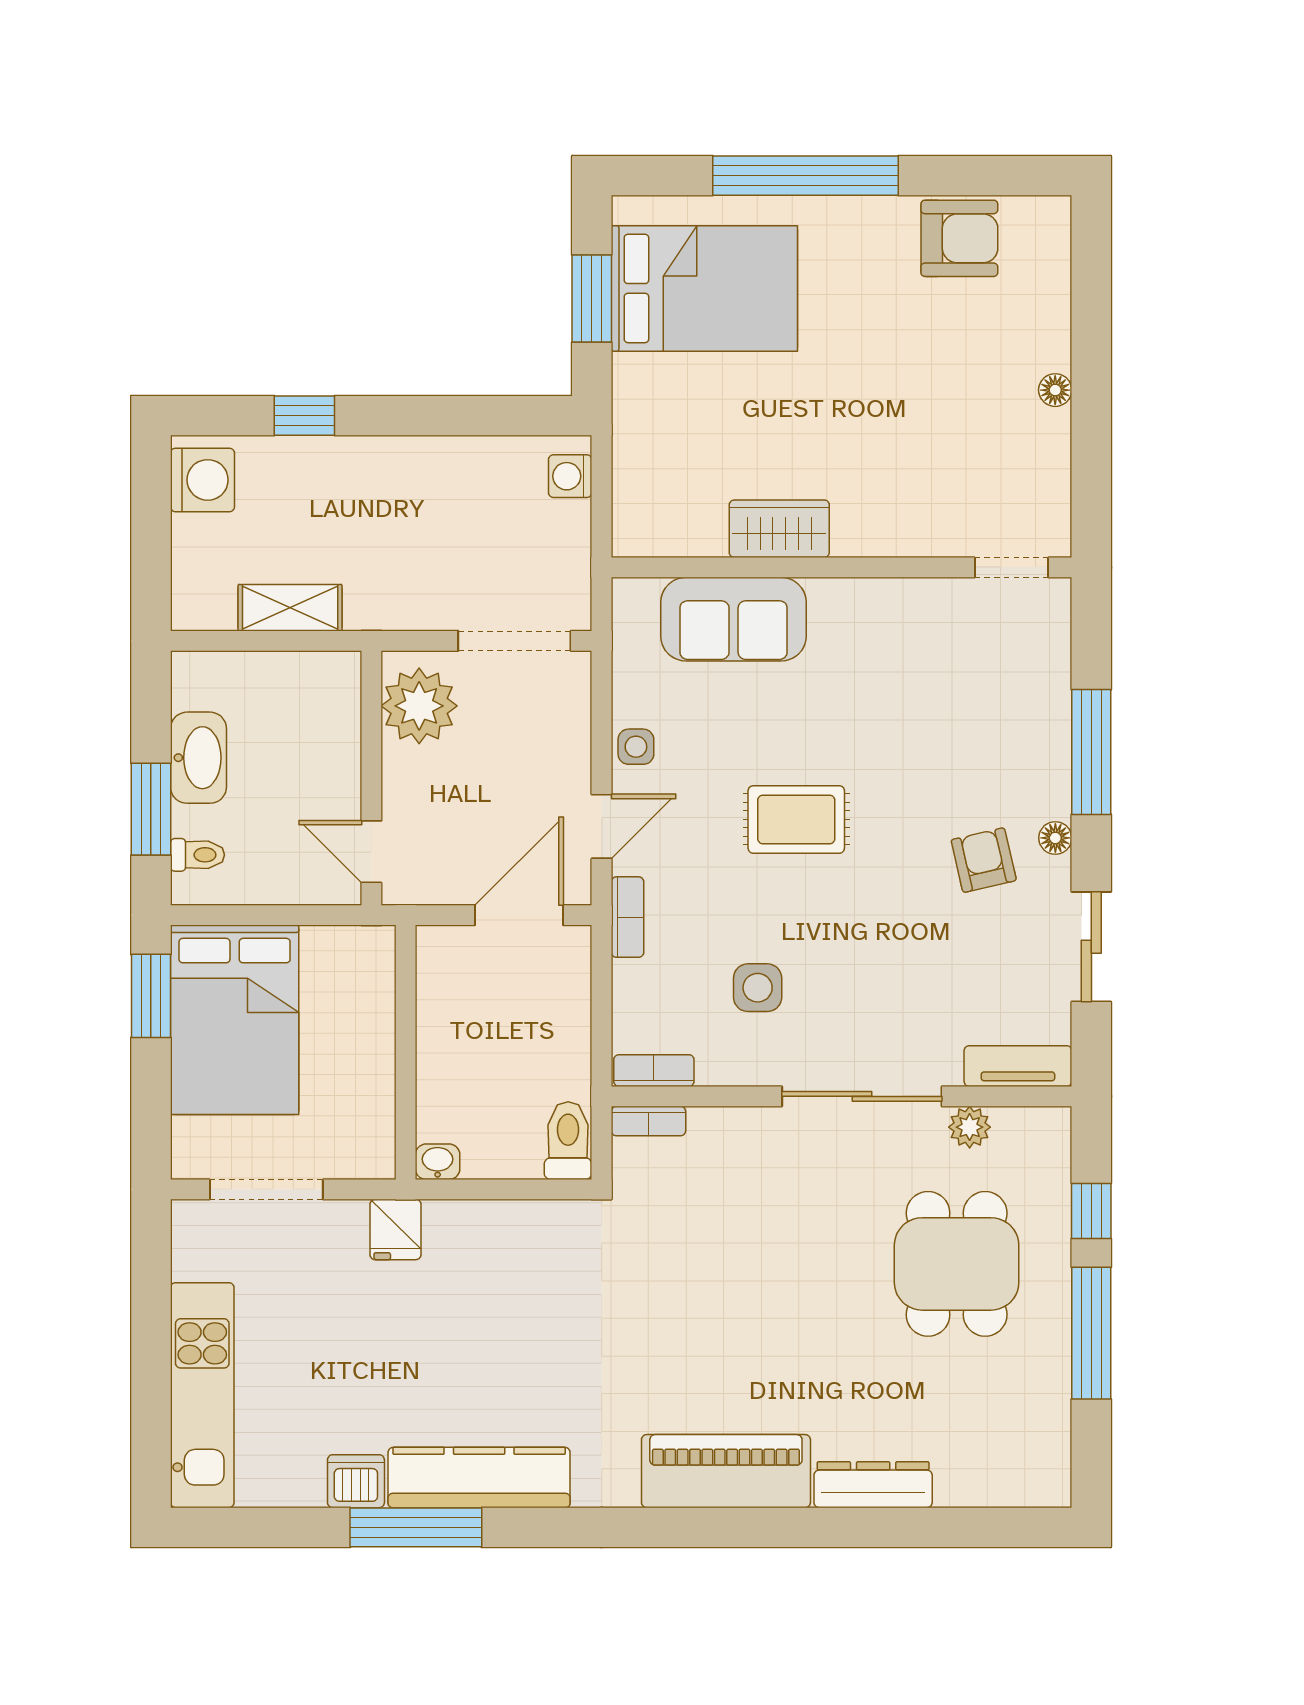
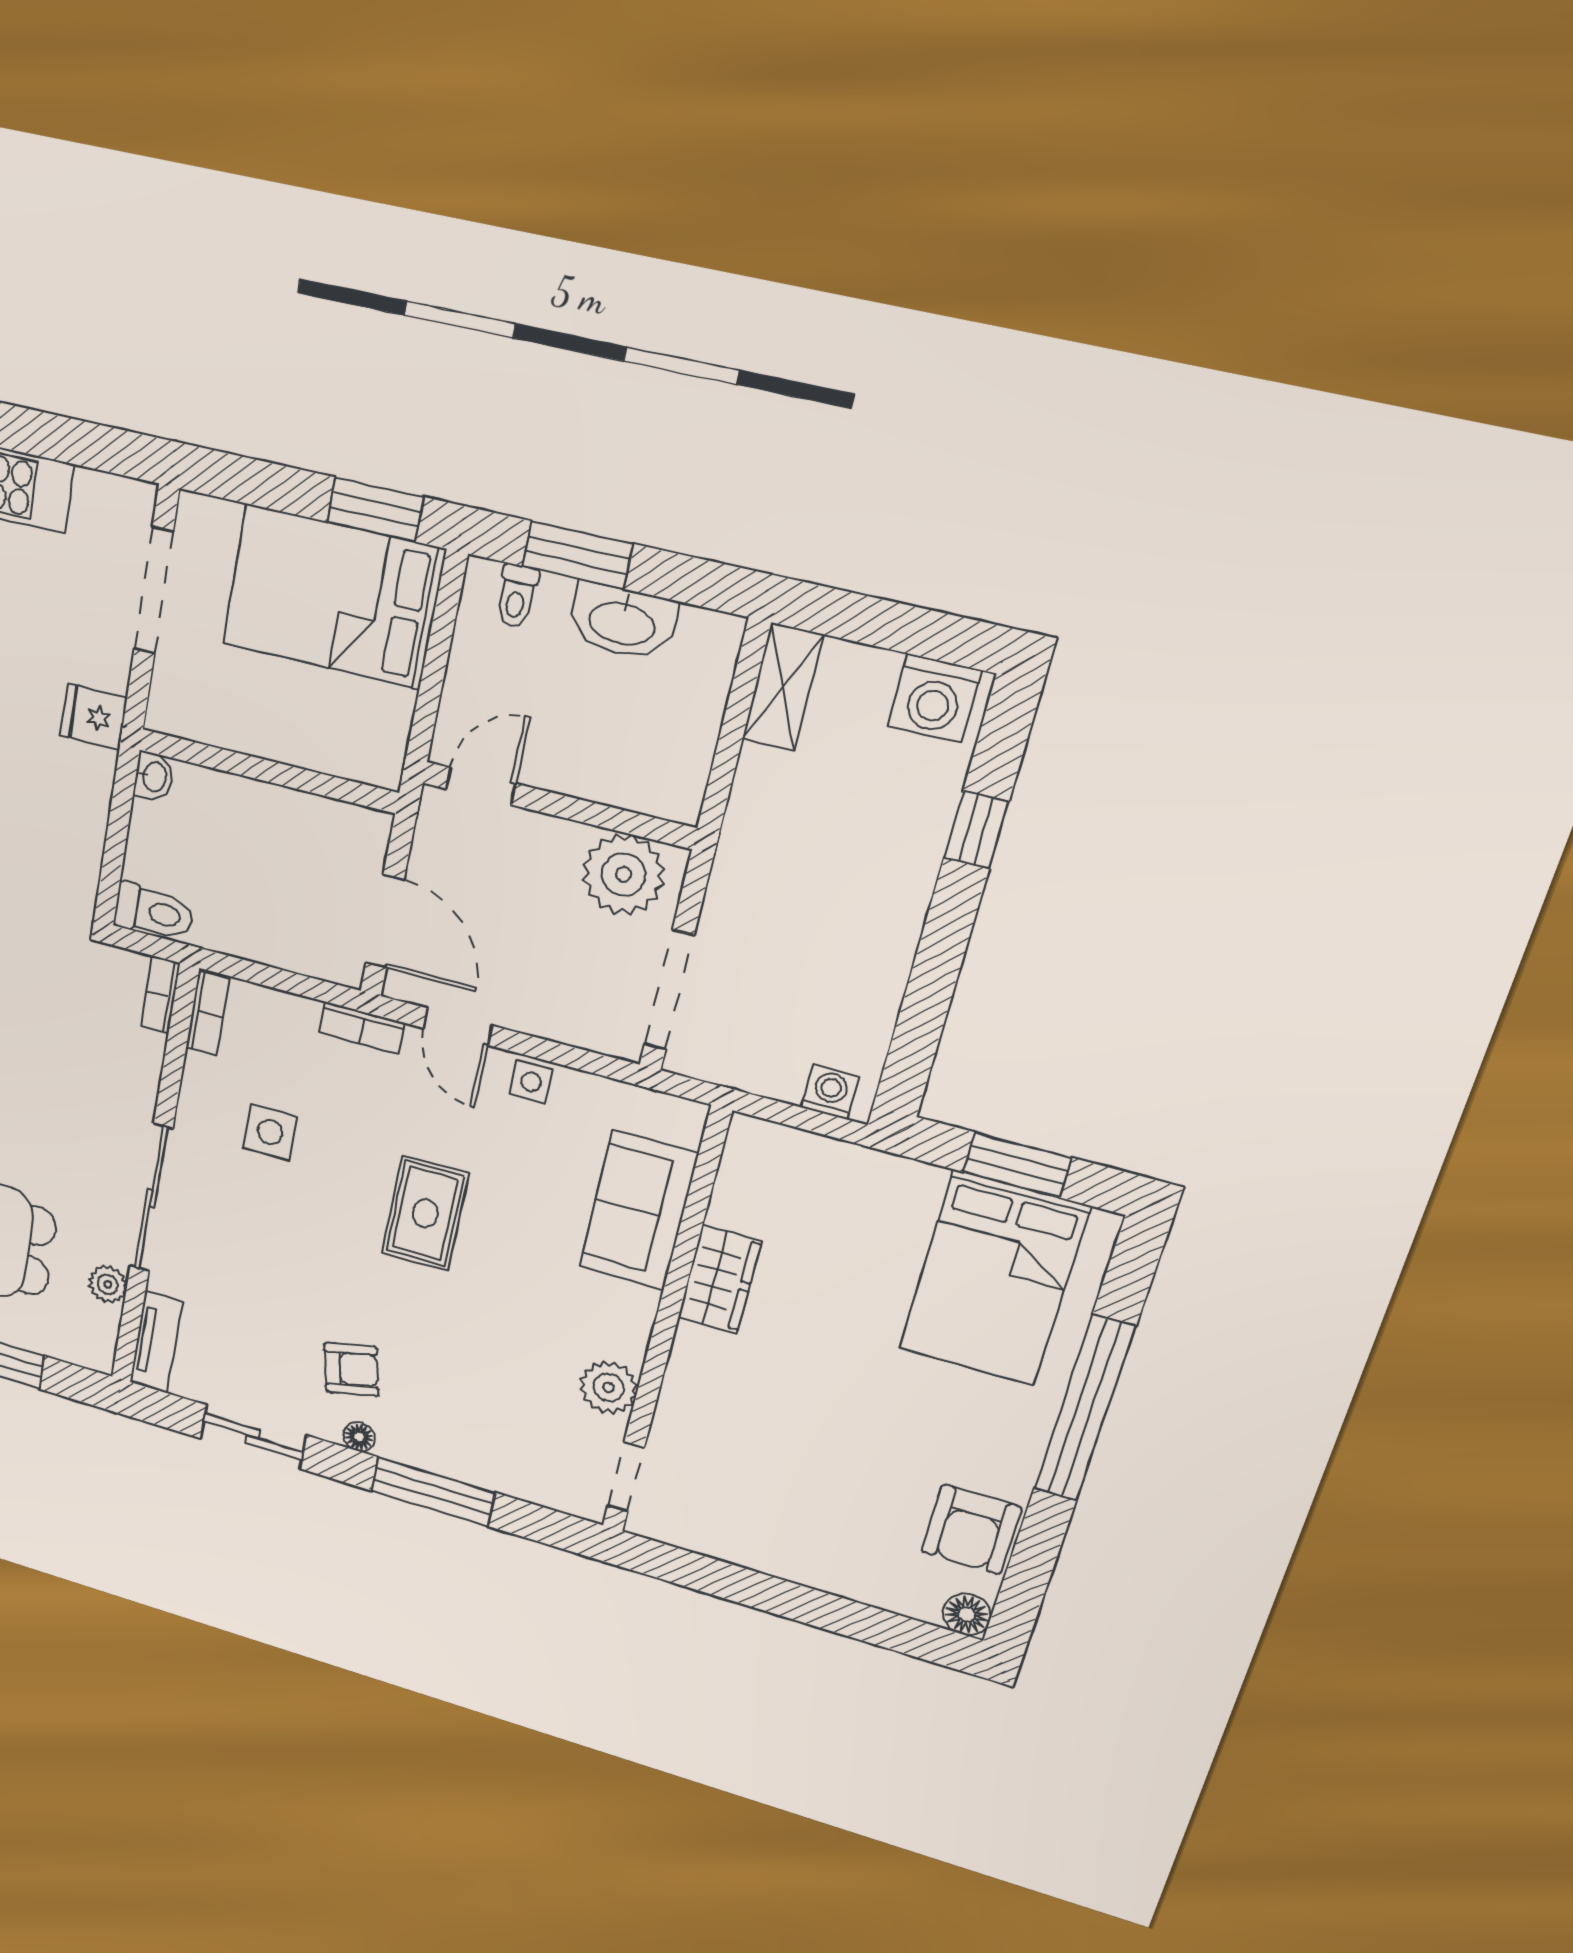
floor lamp: (1055, 390) -> (967, 1614), moved, width x1.37, depth x1.37
plant: (922, 606) -> (609, 1388), added
shelving: (290, 608) -> (783, 687), moved

